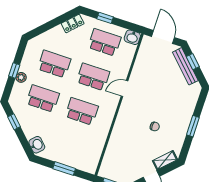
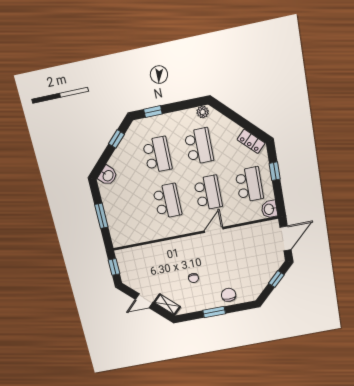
bench: (185, 66) -> (268, 275), removed
window: (14, 71) -> (153, 112), moved
plant: (21, 77) -> (203, 112), moved
door: (124, 89) -> (214, 230), hinge flipped
chair: (185, 107) -> (229, 295), added

